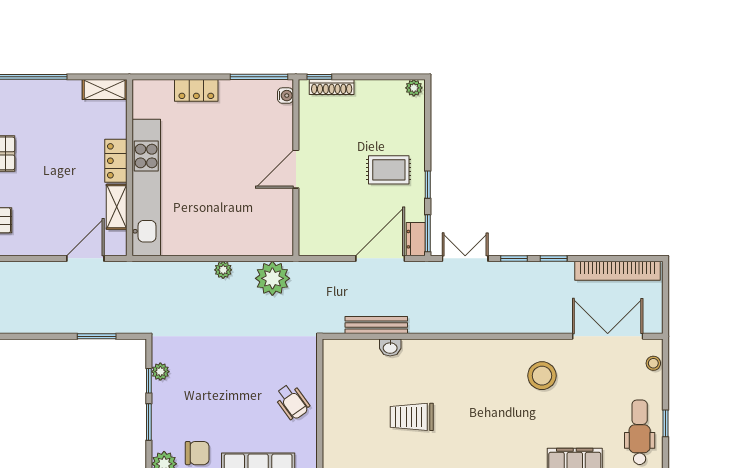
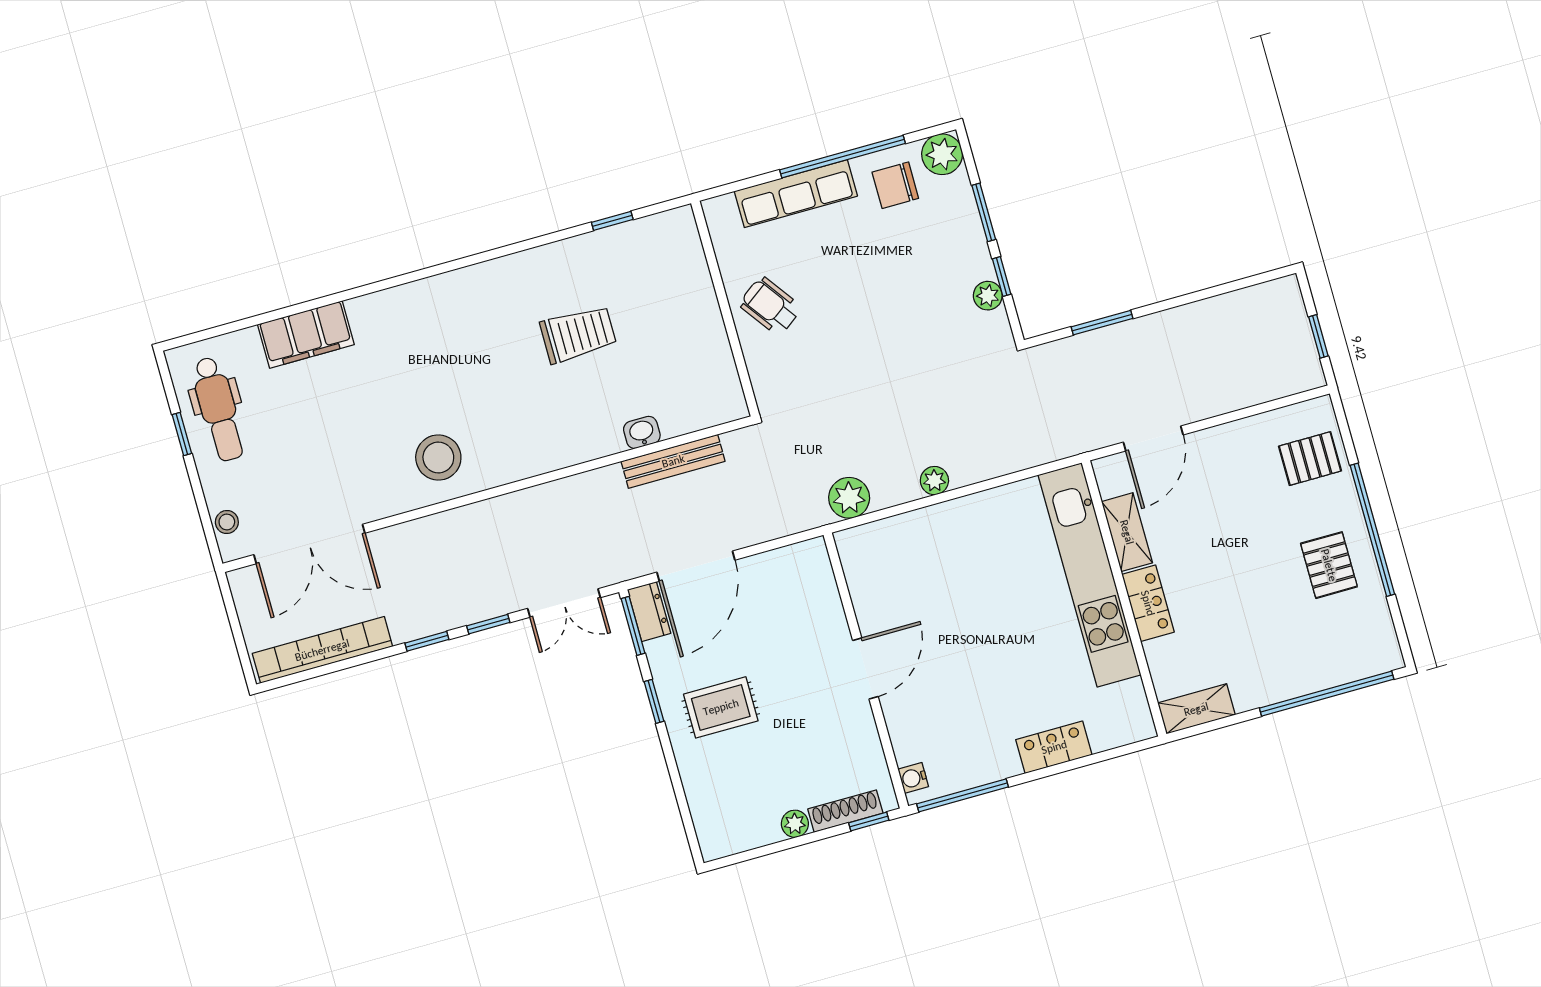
plant: (414, 88) -> (795, 824), moved
plant: (272, 278) -> (849, 498), width x0.73, depth x0.73
stool: (542, 376) -> (438, 458), moved

